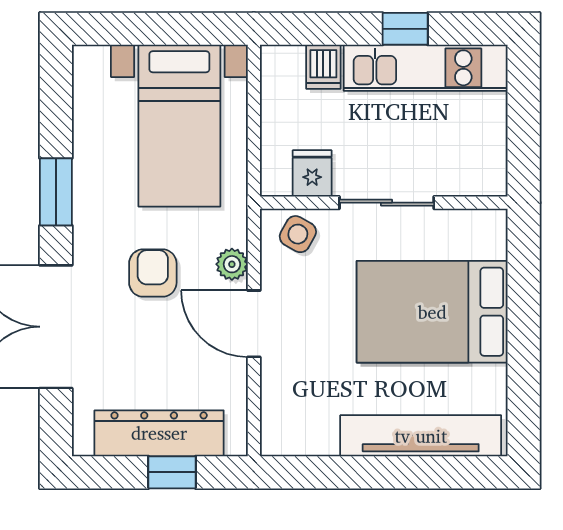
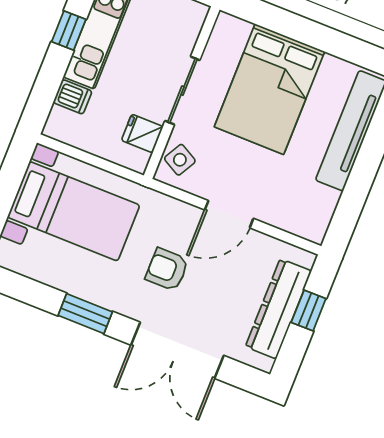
plant: (232, 264) -> (183, 213), removed

